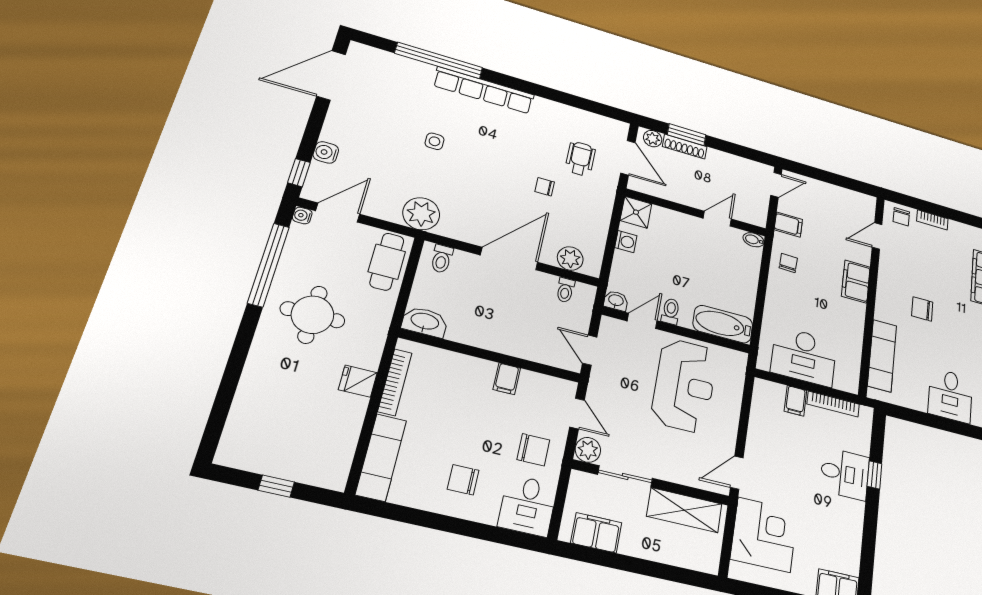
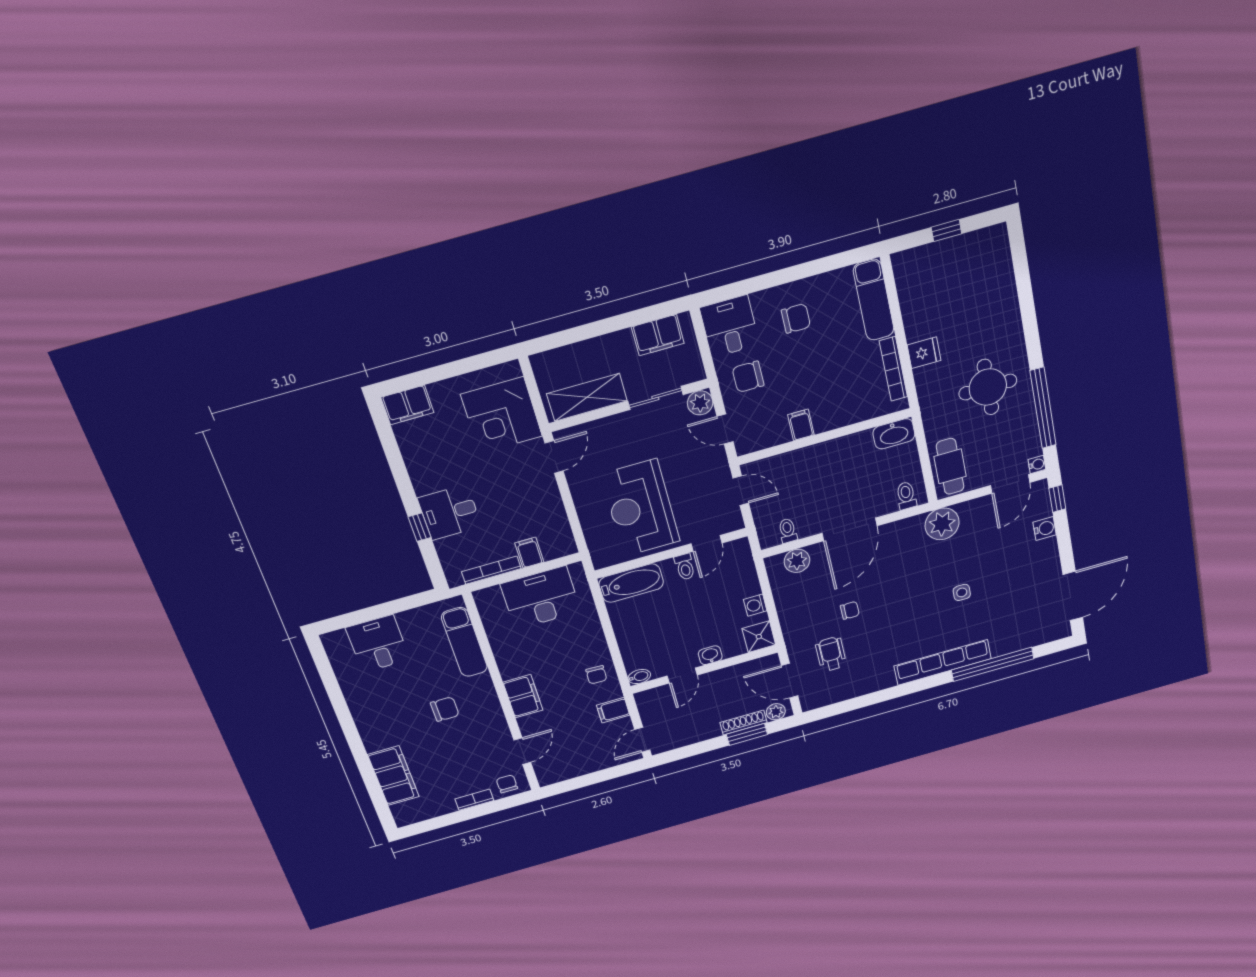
wheelchair: (580, 159) -> (831, 654), turned 180
washbasin: (616, 301) -> (710, 655), moved, turned 180

